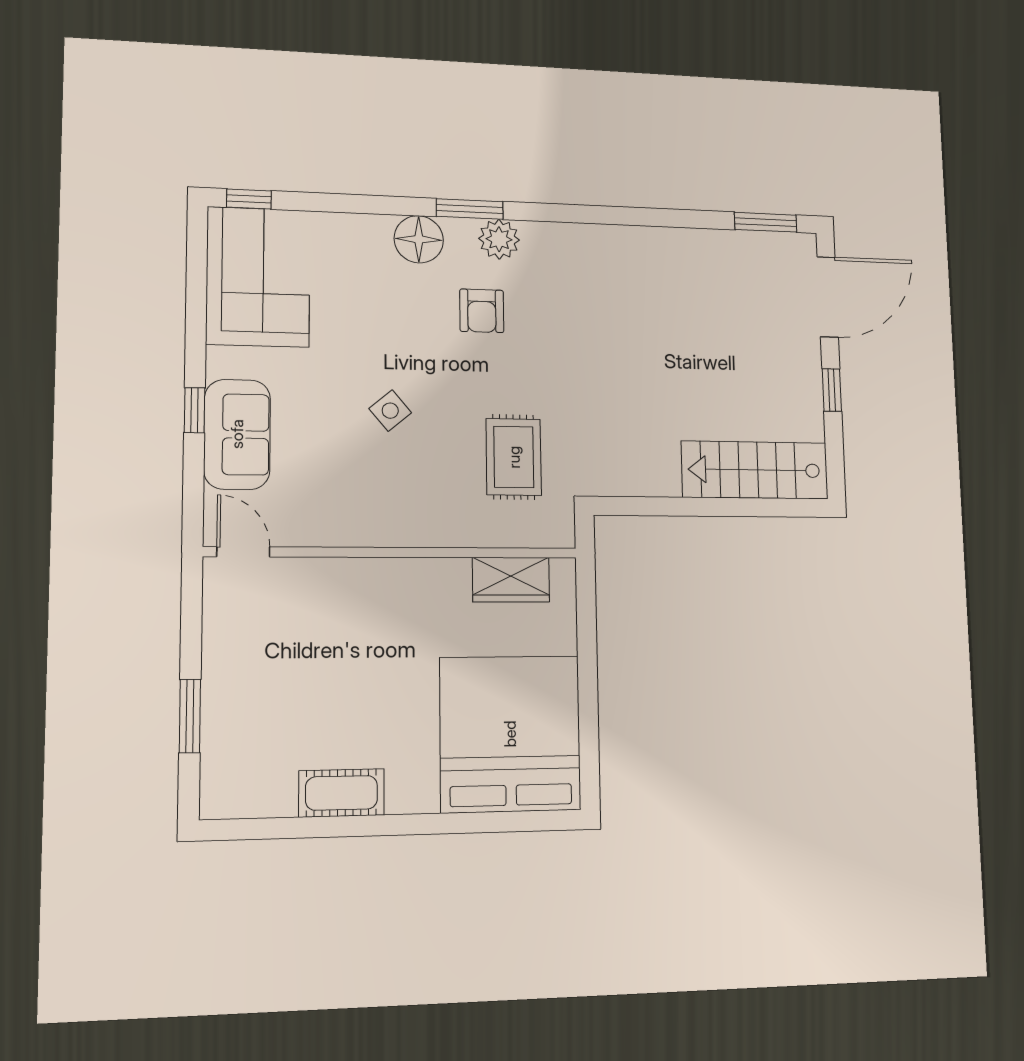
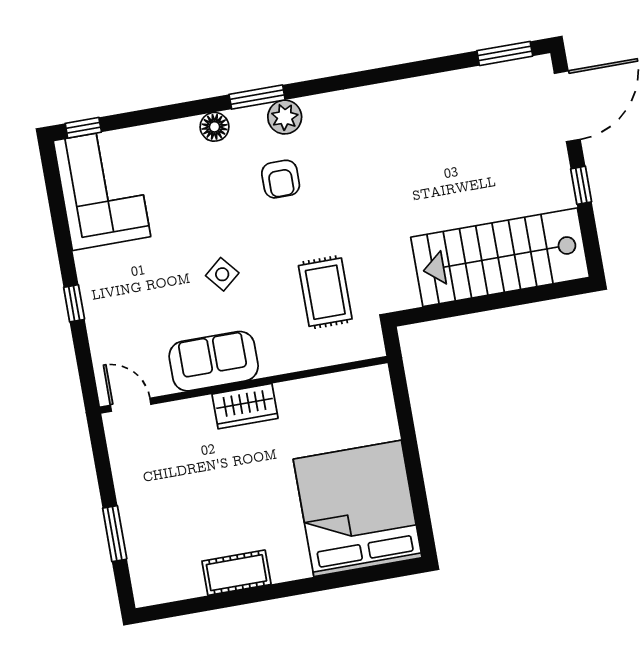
floor lamp: (419, 239) -> (214, 127), width x0.73, depth x0.73
sofa: (237, 434) -> (214, 361), moved, turned -90
stairs: (755, 470) -> (500, 257), width x1.36, depth x1.51
wardrobe: (511, 580) -> (245, 406), moved

